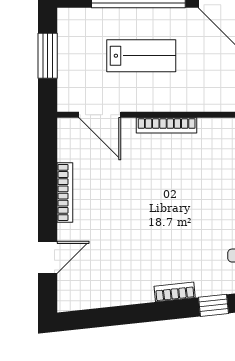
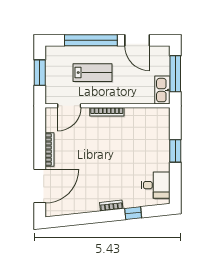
door: (100, 115) -> (69, 106), hinge flipped
door: (48, 257) -> (40, 186), width x1.88

